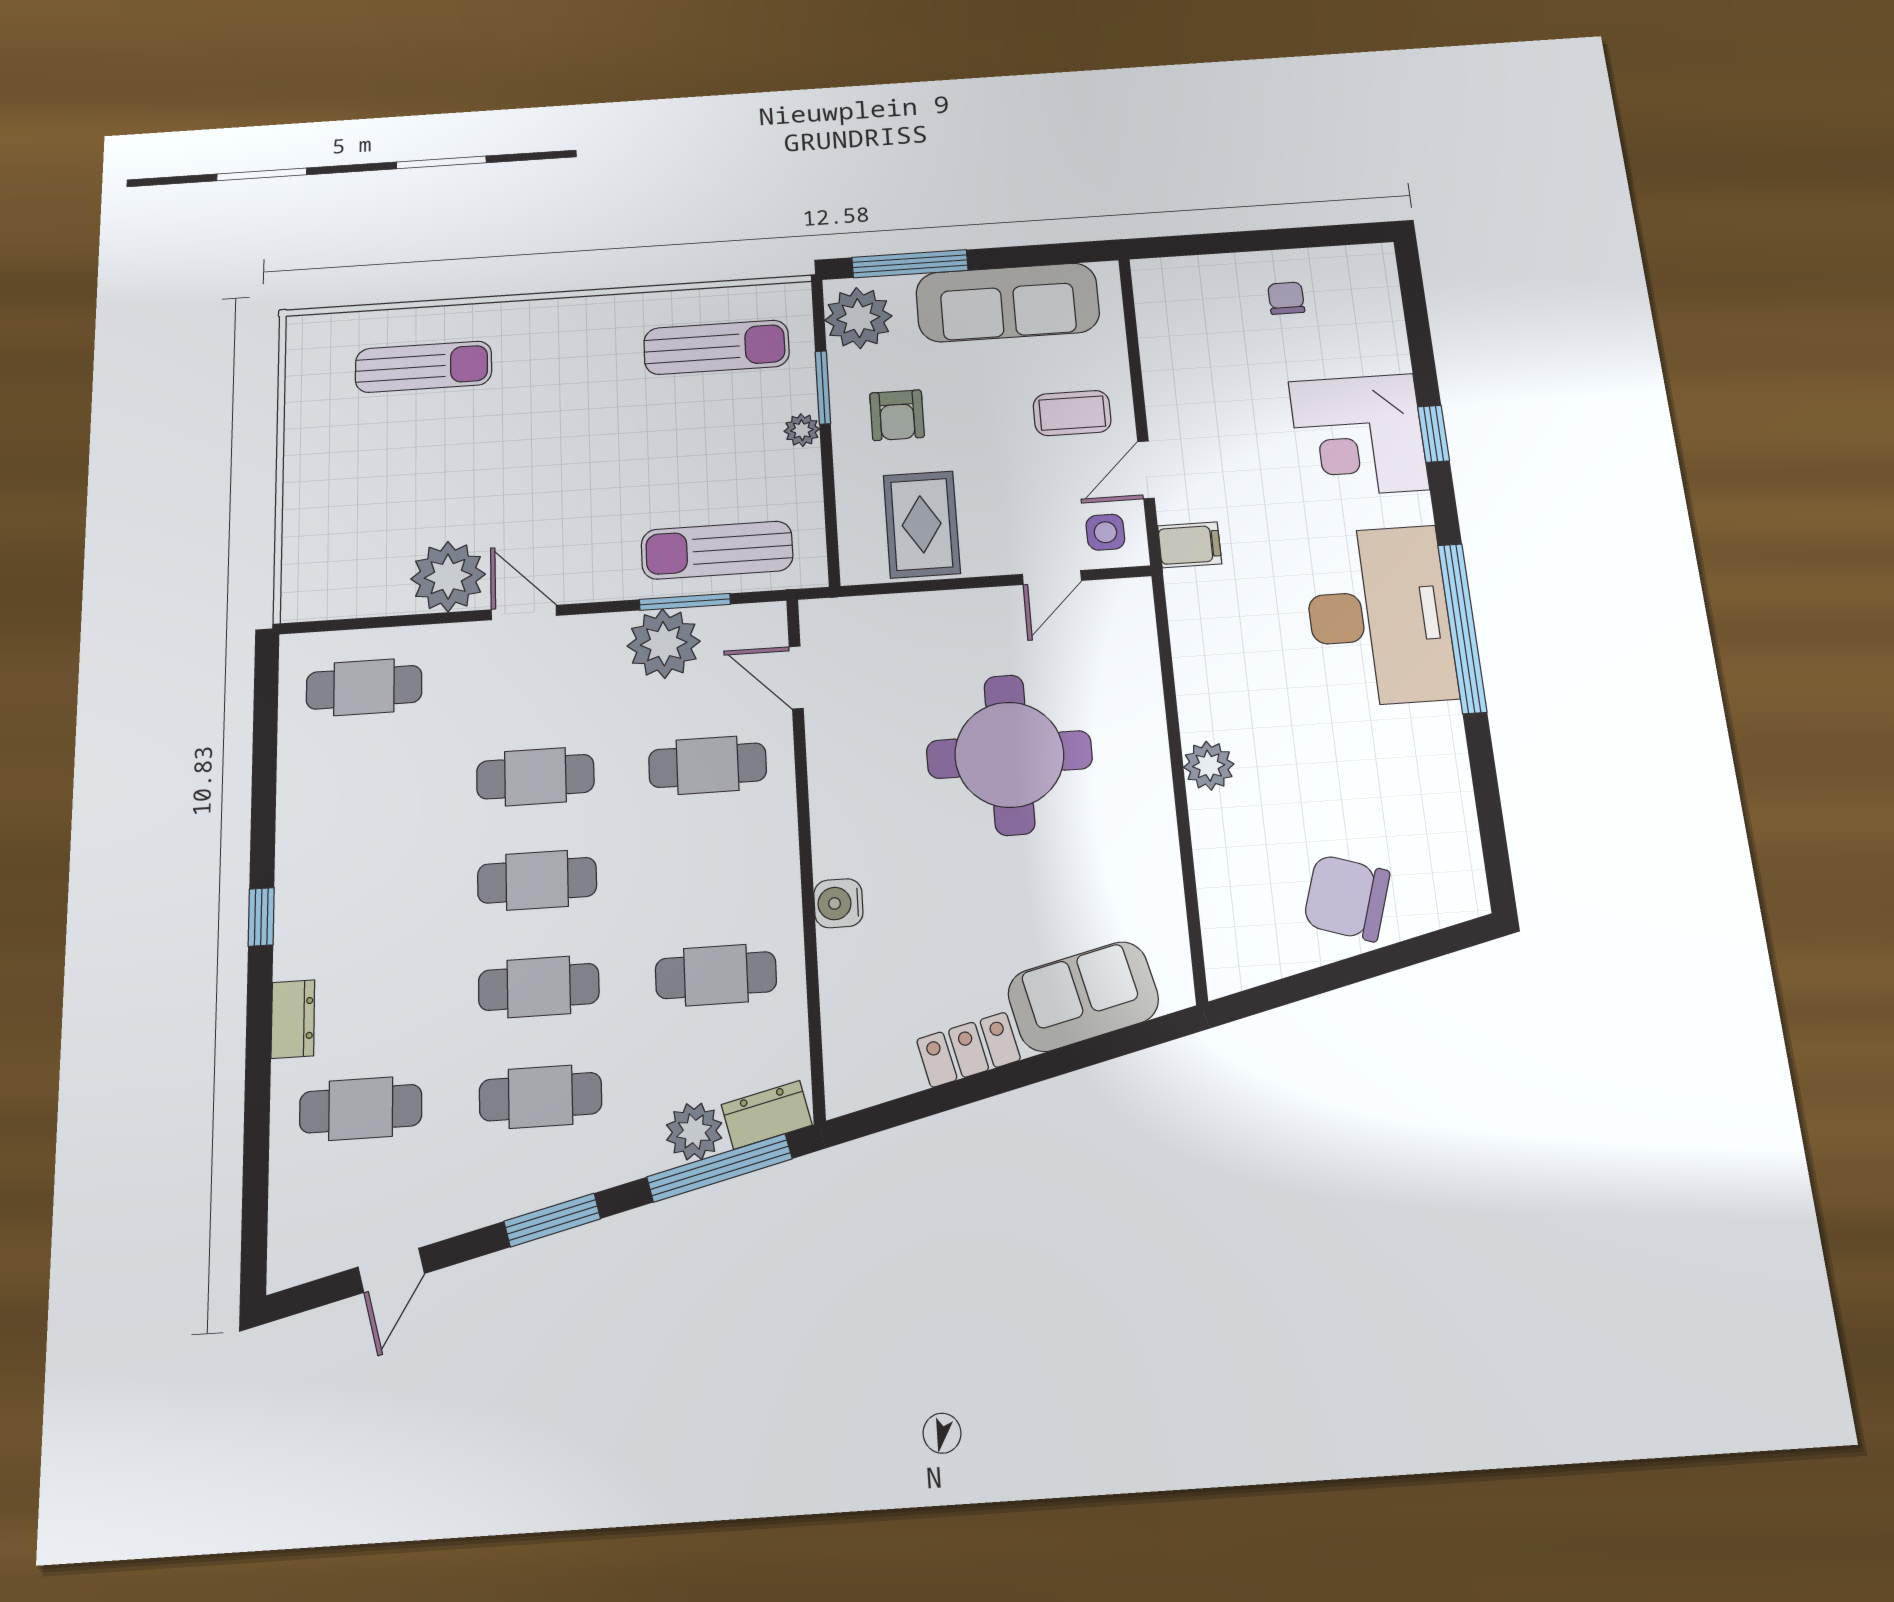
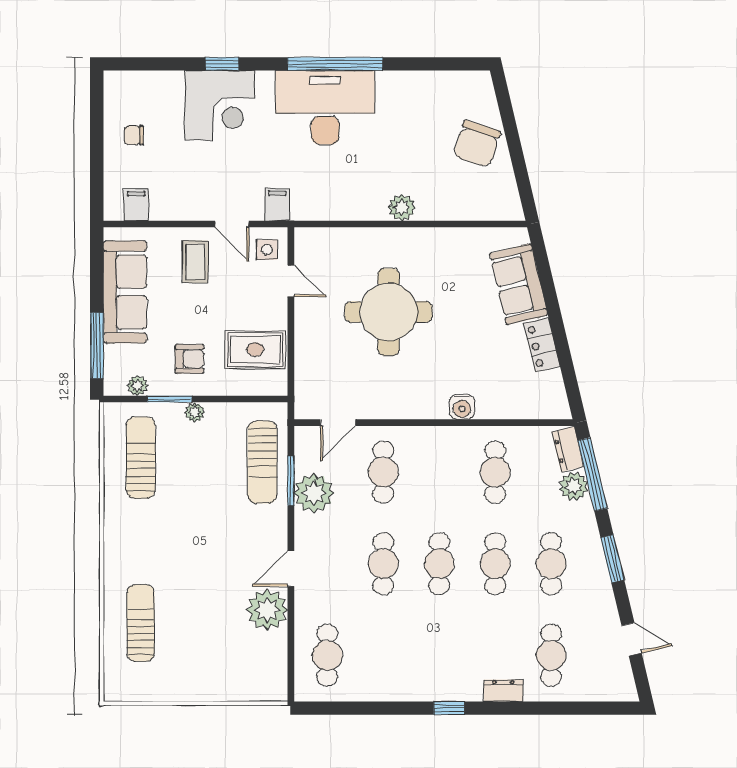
filing cabinet: (1163, 310) -> (136, 205), added
plant: (858, 318) -> (137, 386), width x0.53, depth x0.53

